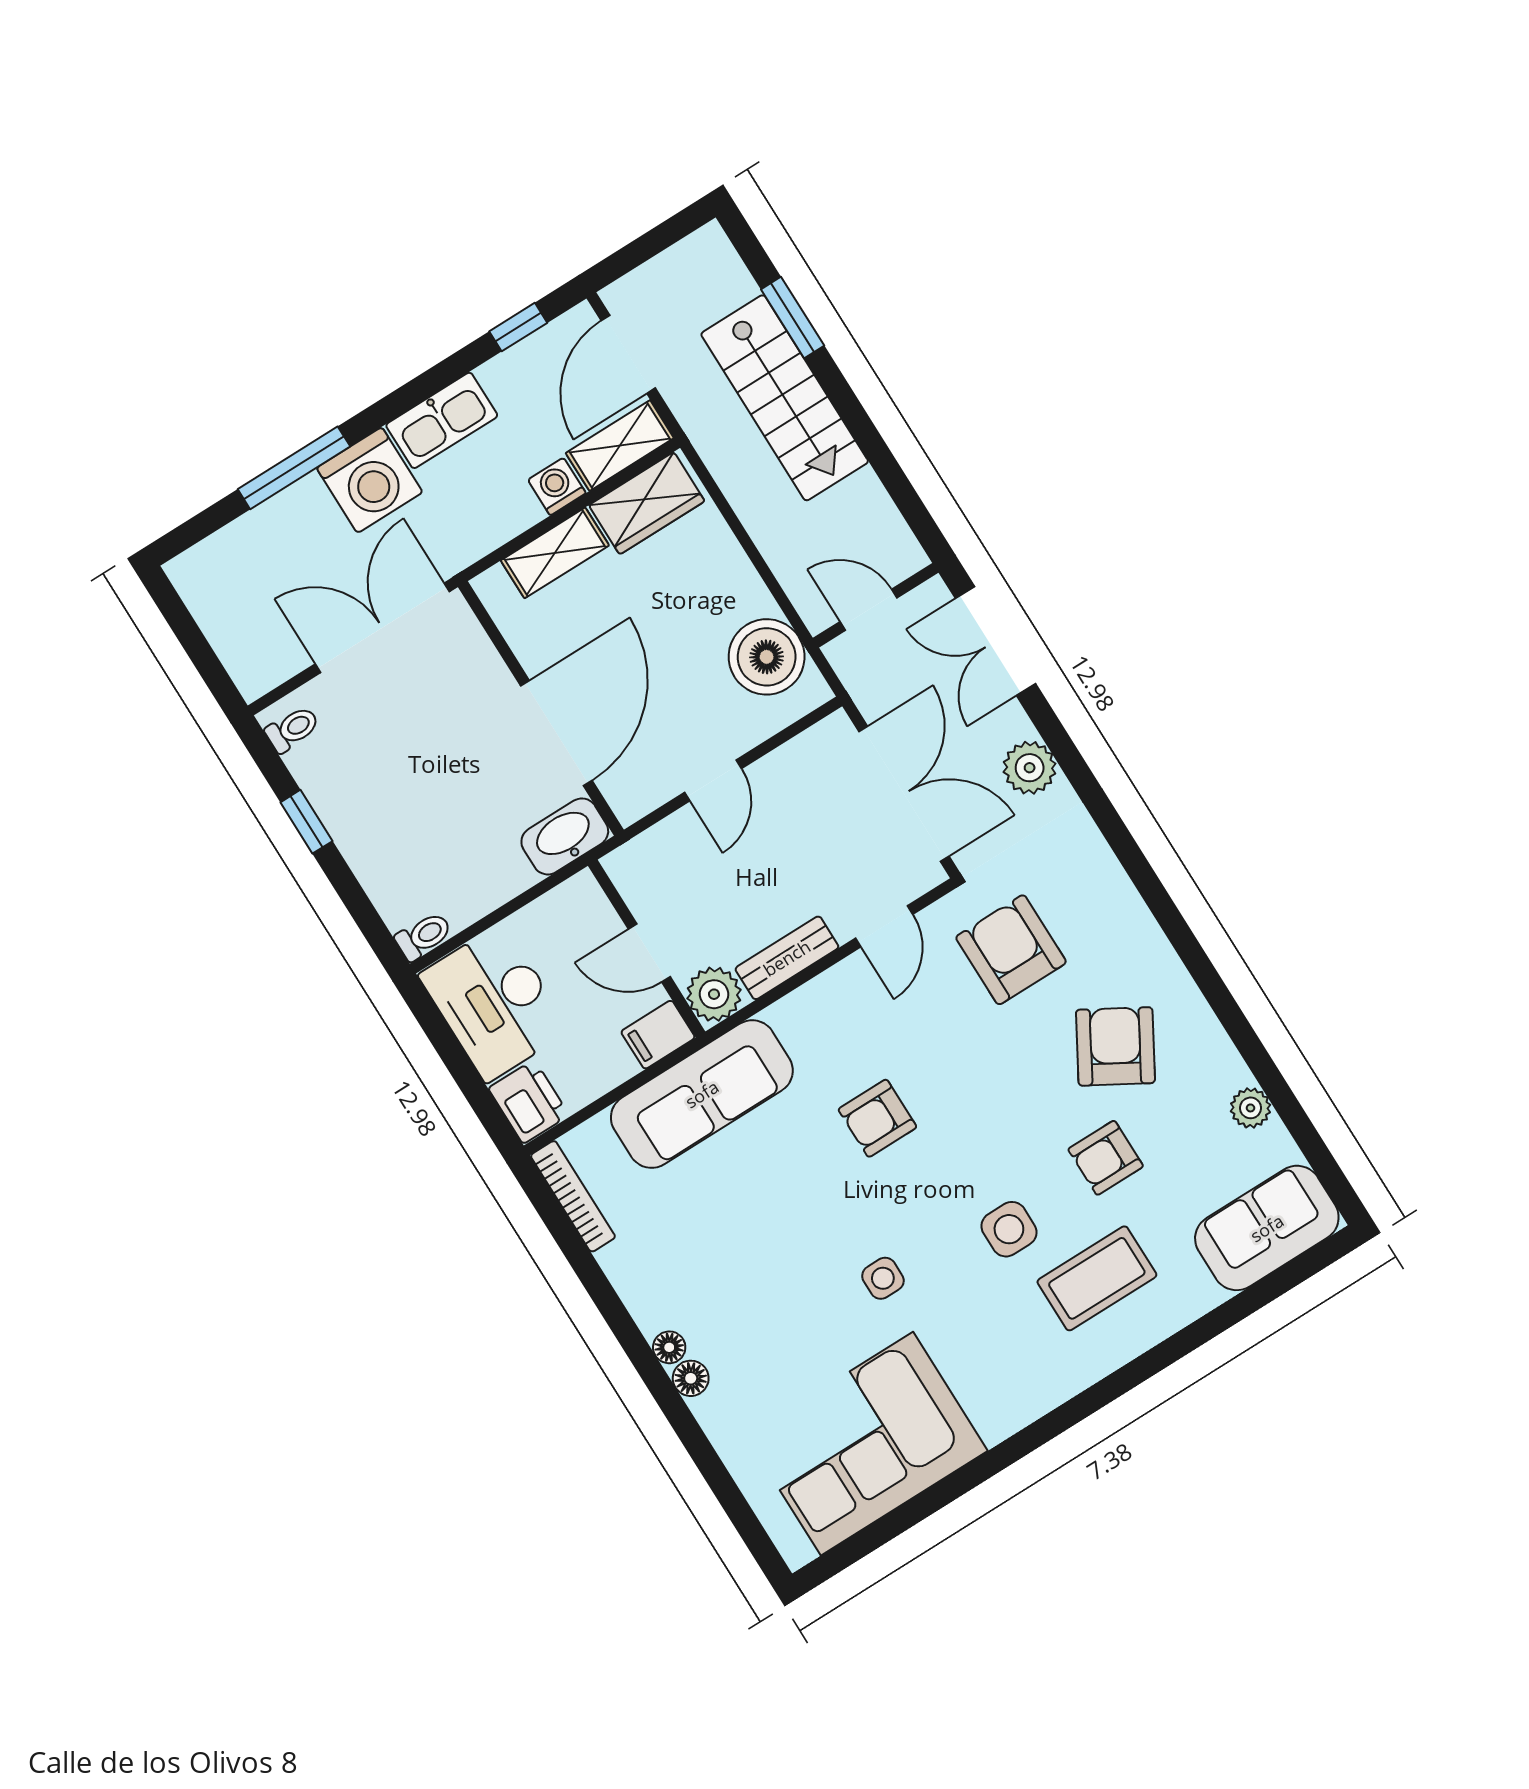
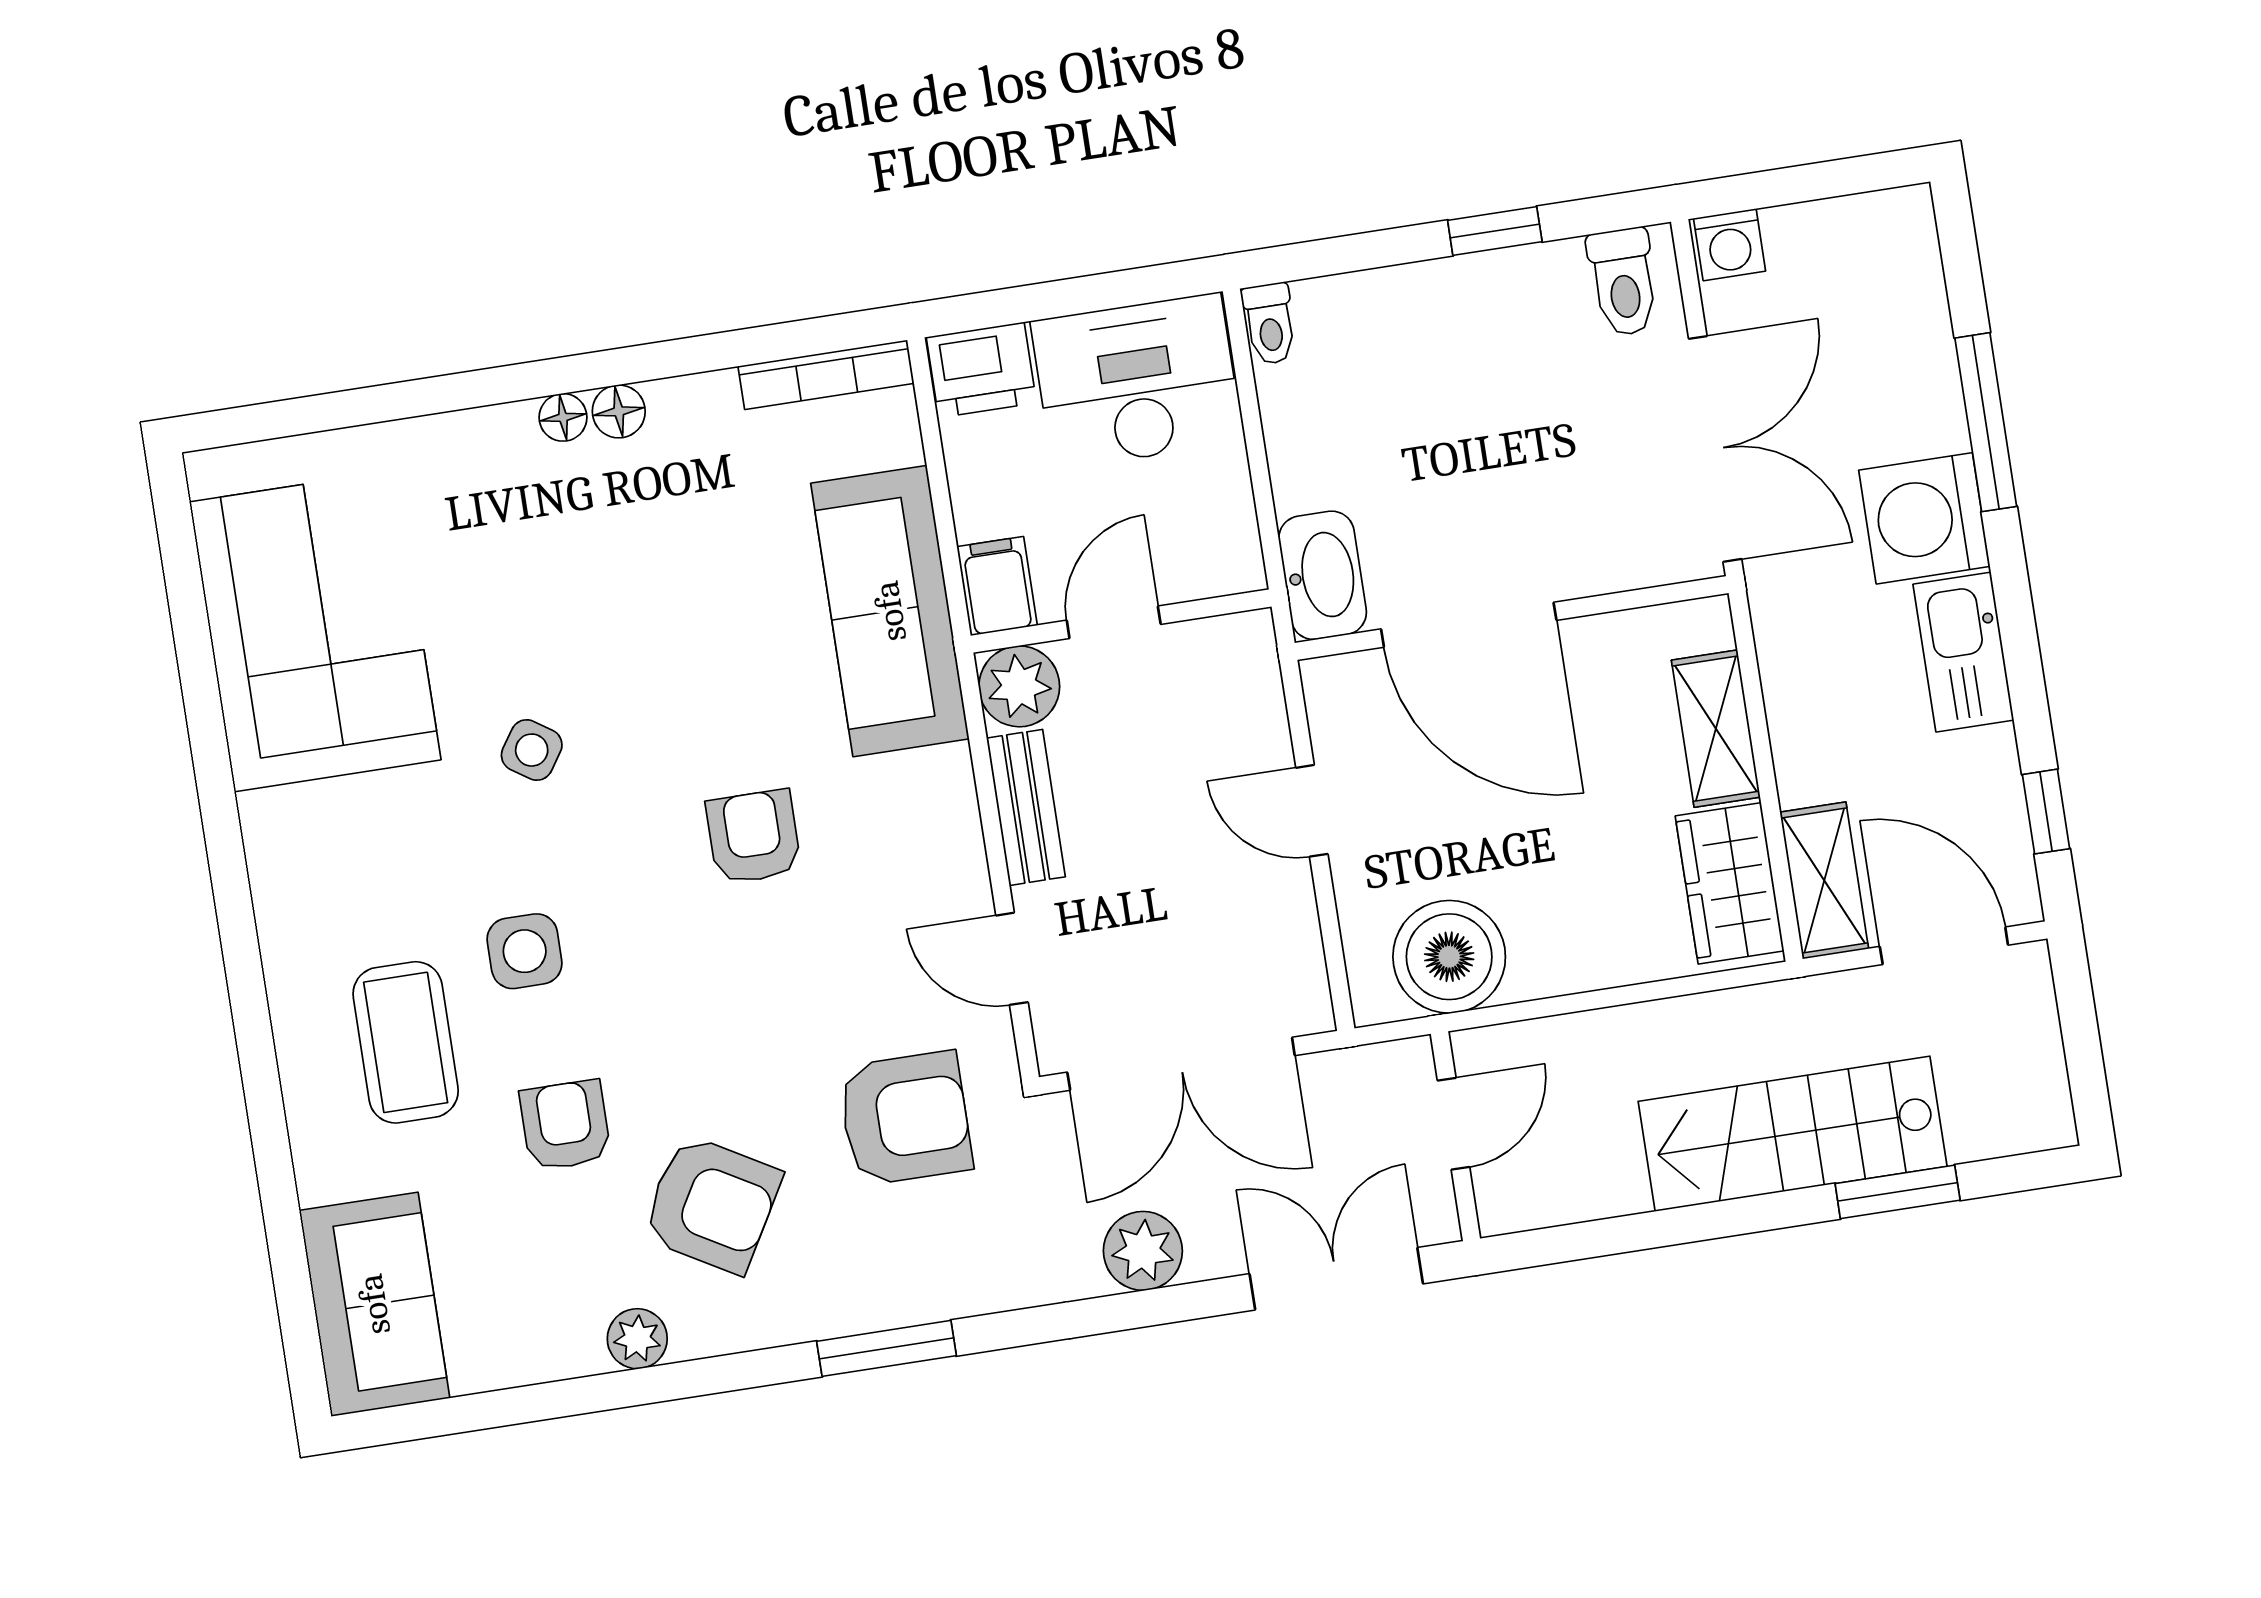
washing machine: (557, 486) -> (1730, 245), moved, turned 90
toilet: (292, 729) -> (1623, 282), width x1.37, depth x1.39
window: (1158, 900) -> (887, 1348), added
plant: (1250, 1108) -> (637, 1339), moved
side table: (883, 1278) -> (532, 750), turned 34
floor lamp: (691, 1378) -> (619, 411), moved

